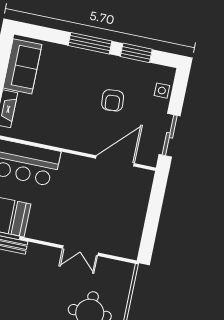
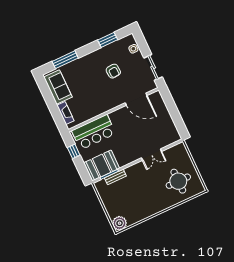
window: (90, 43) -> (65, 60), moved
door: (115, 161) -> (136, 99), swing flipped

